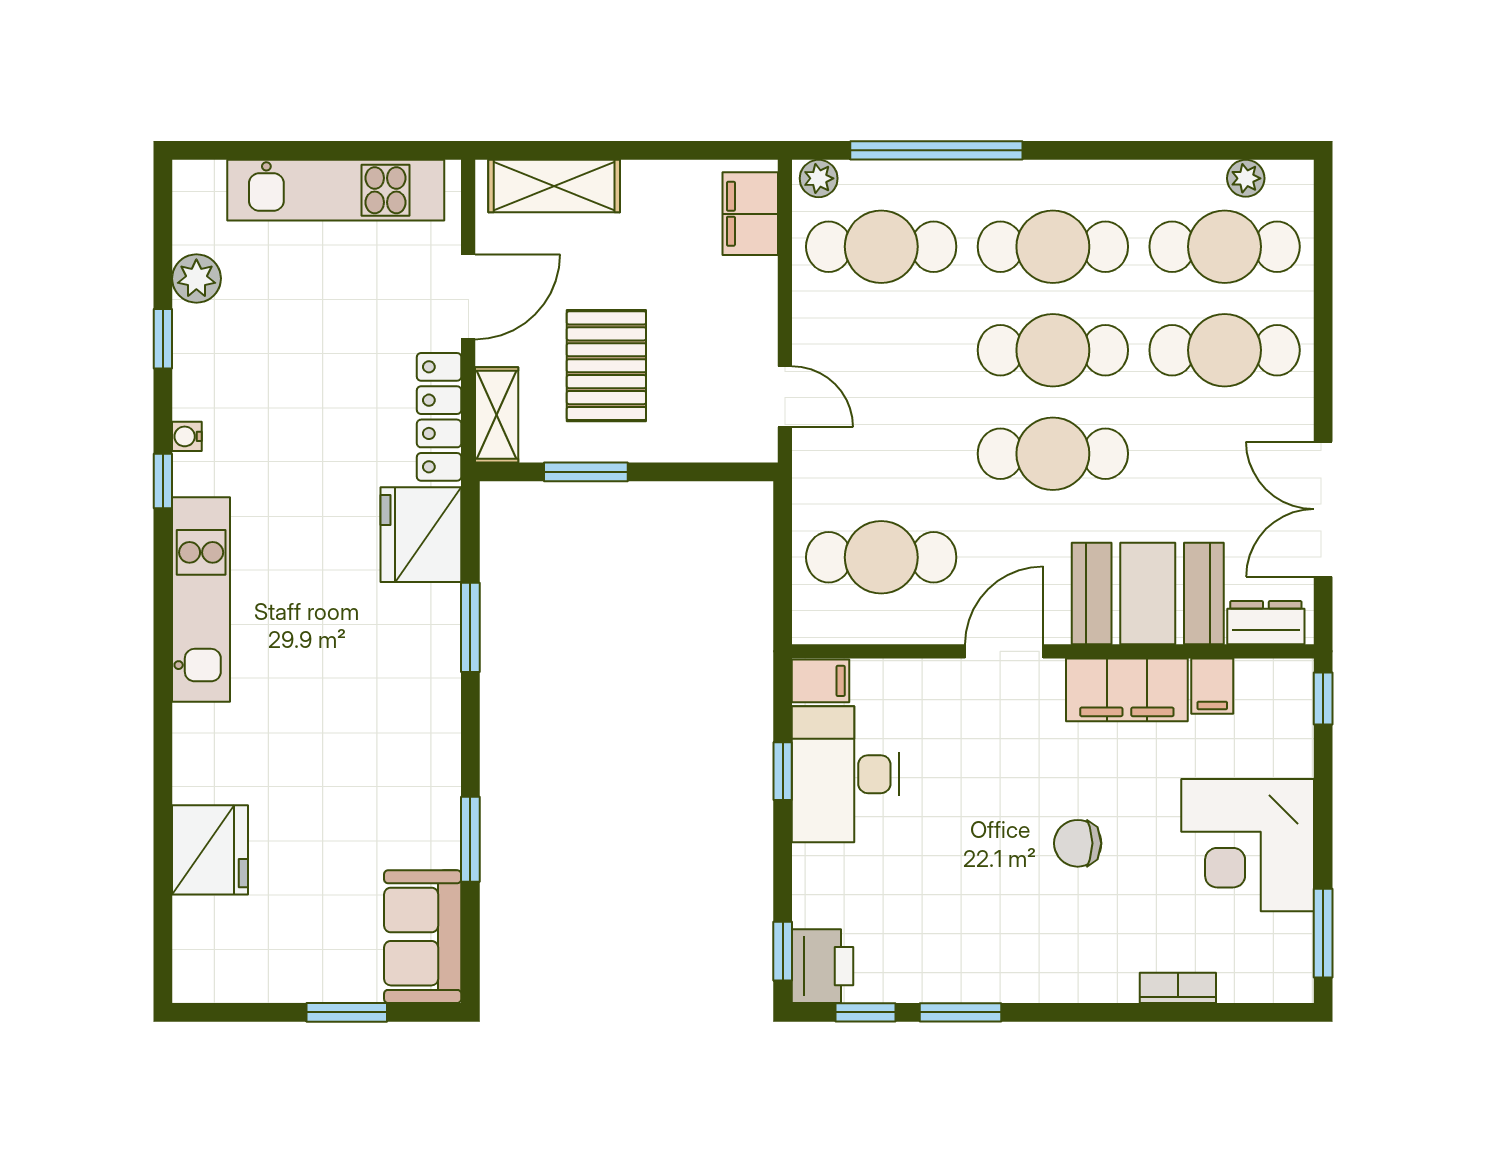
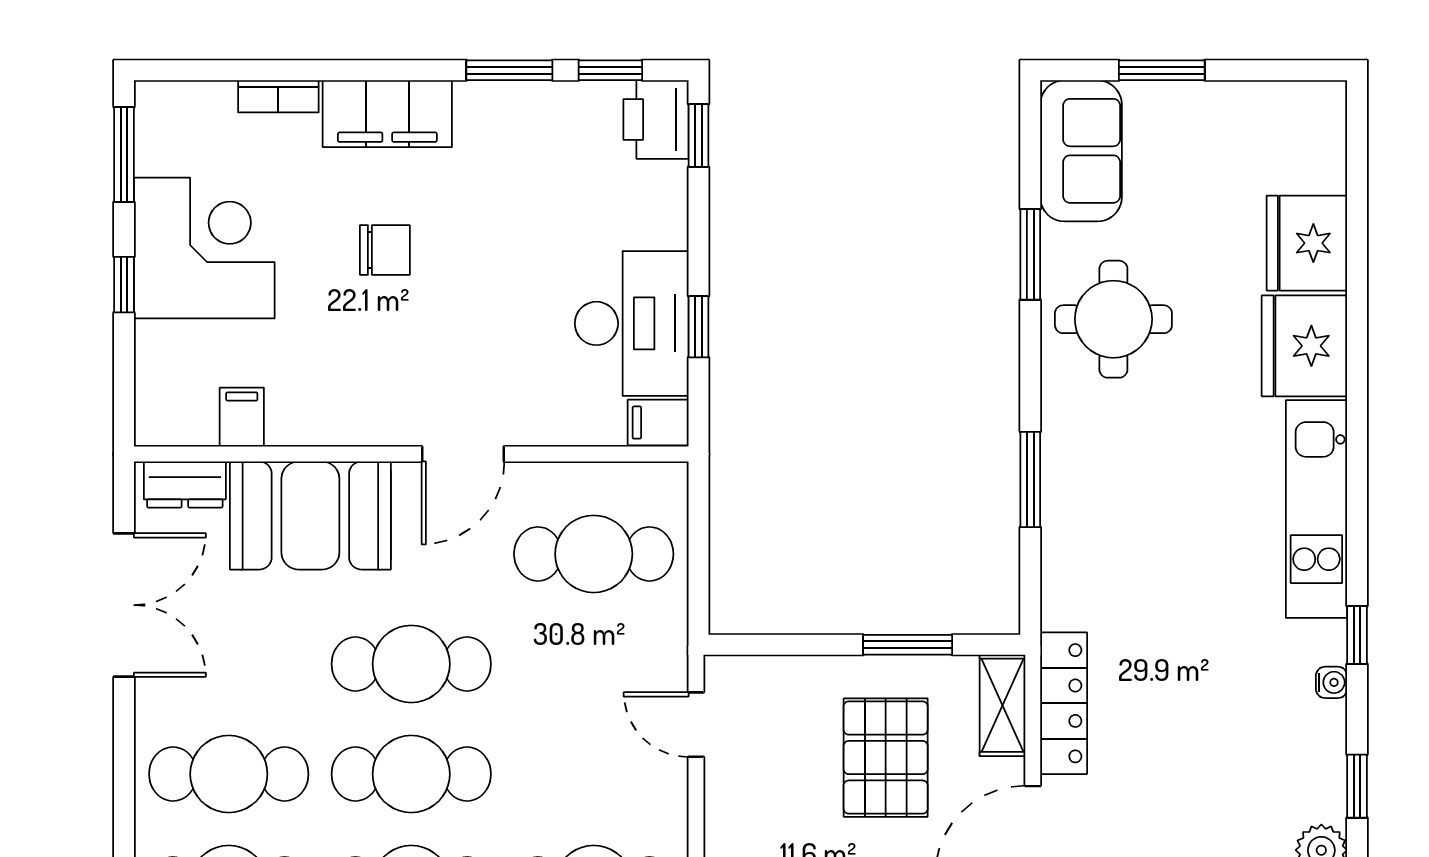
fridge: (421, 535) -> (1304, 346), moved, turned 180
filing cabinet: (1127, 690) -> (387, 114), moved, turned 180
window: (1323, 698) -> (124, 285), moved
round table: (392, 778) -> (1113, 319), added

